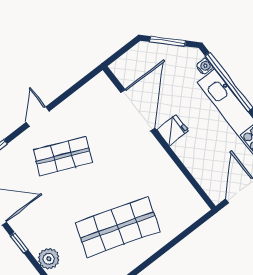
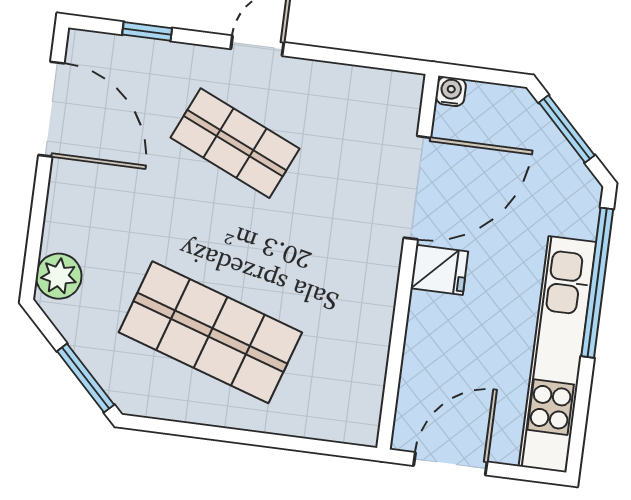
water cooler: (205, 66) -> (451, 91), moved, turned -90
window: (19, 243) -> (39, 207), removed

